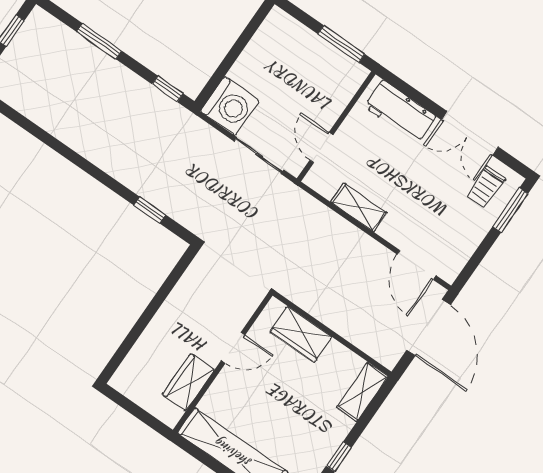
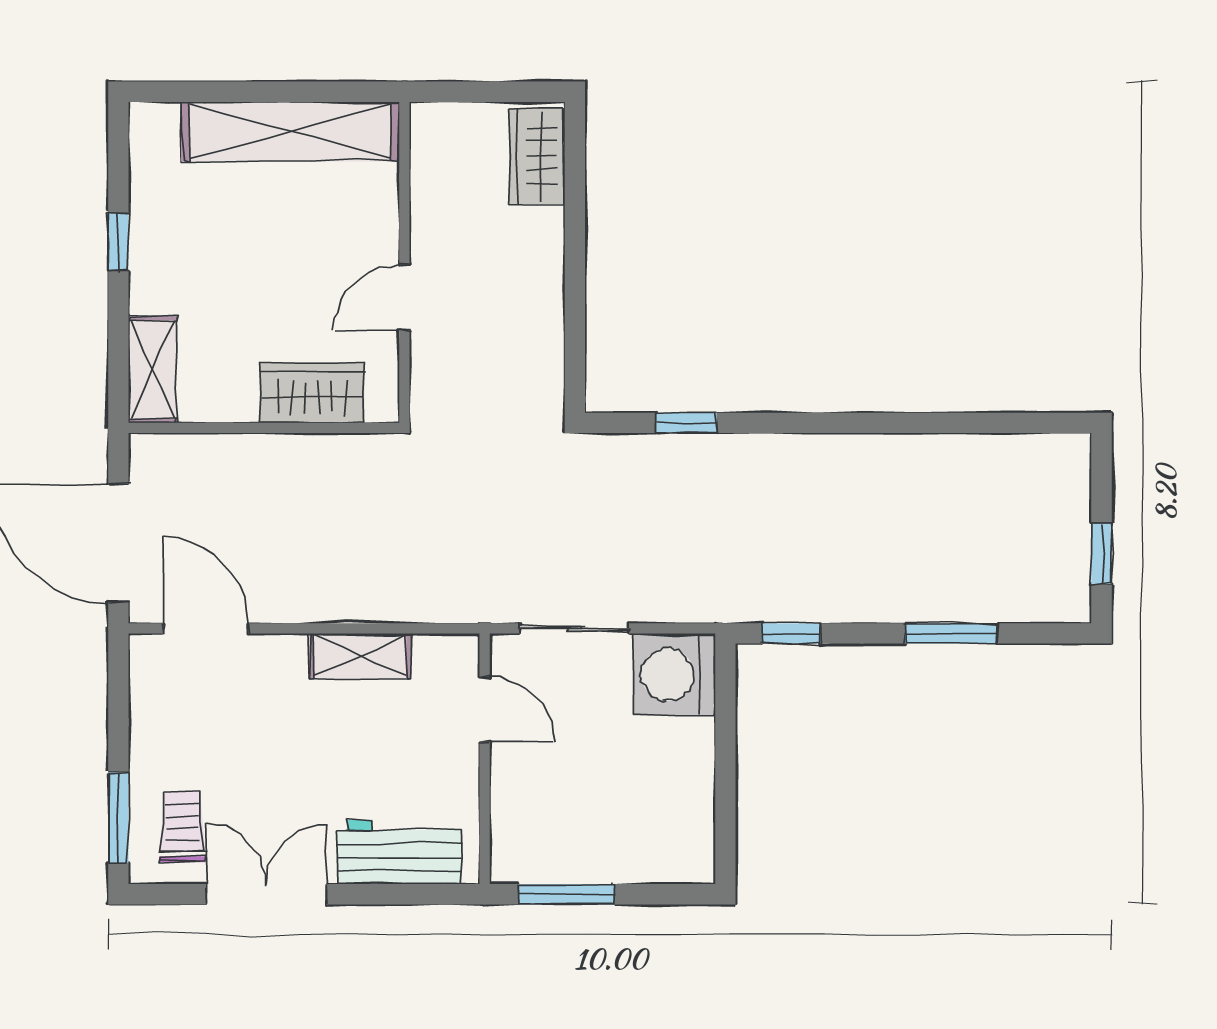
wardrobe: (188, 382) -> (537, 156), moved, turned 180

